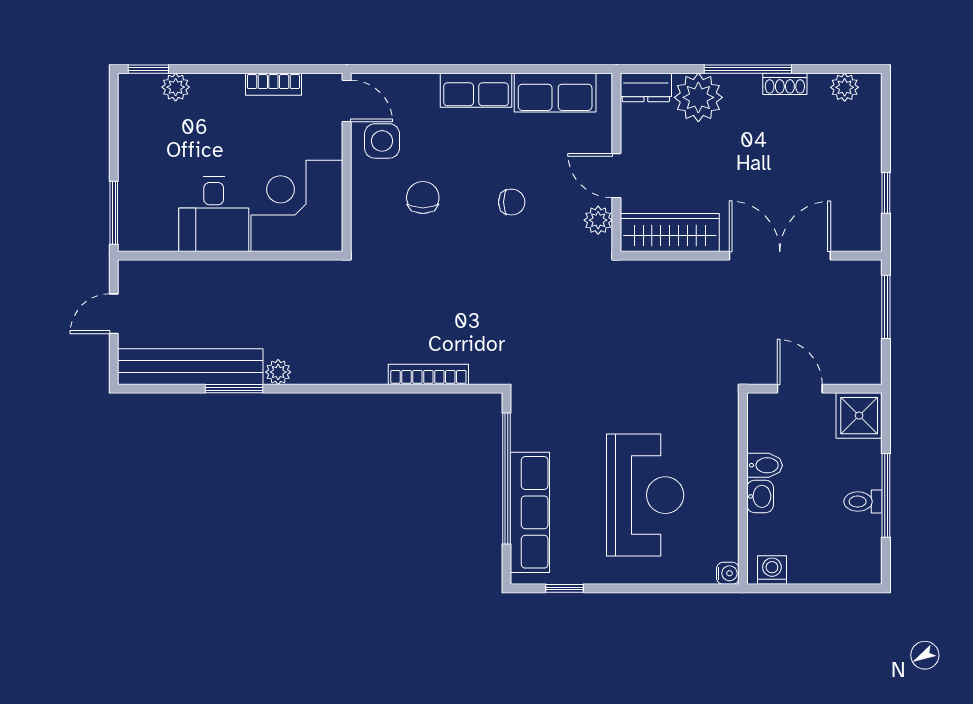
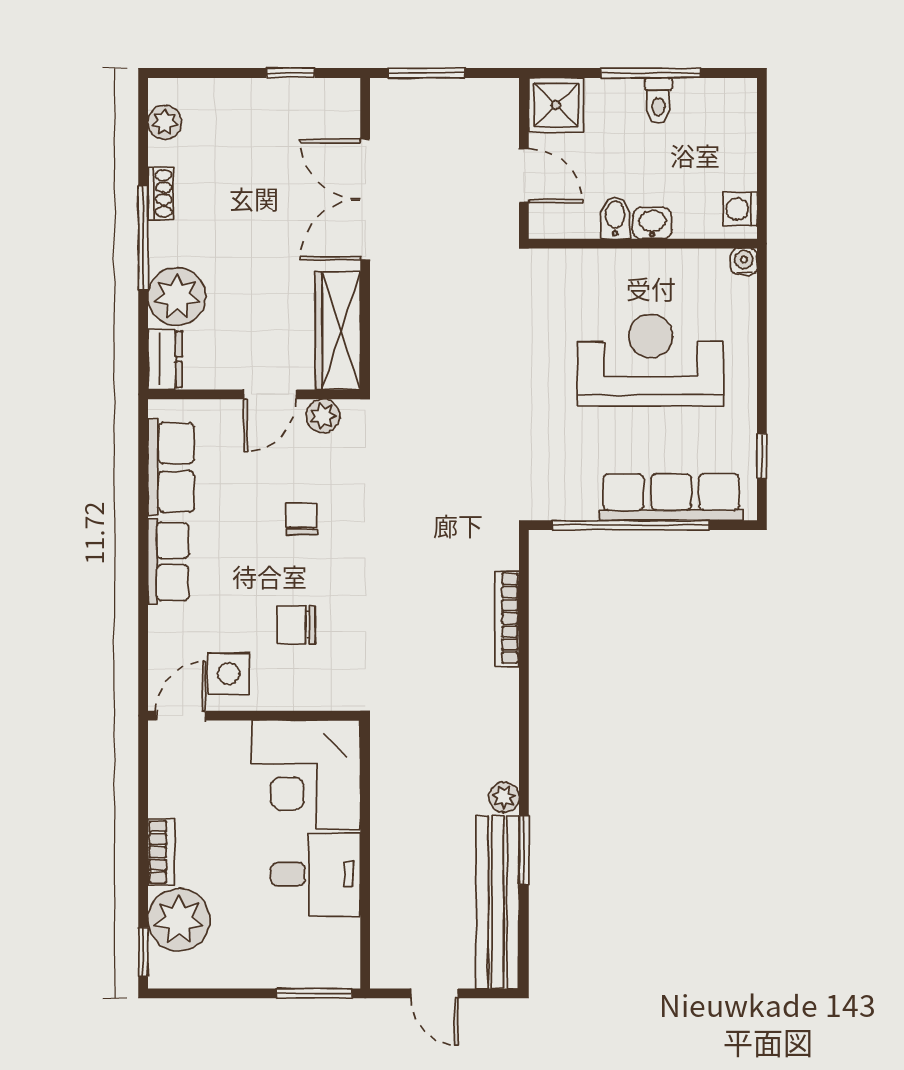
bookcase: (273, 84) -> (161, 852), moved
plant: (176, 87) -> (179, 920), width x1.88, depth x1.88
door: (800, 389) -> (524, 176), swing flipped

